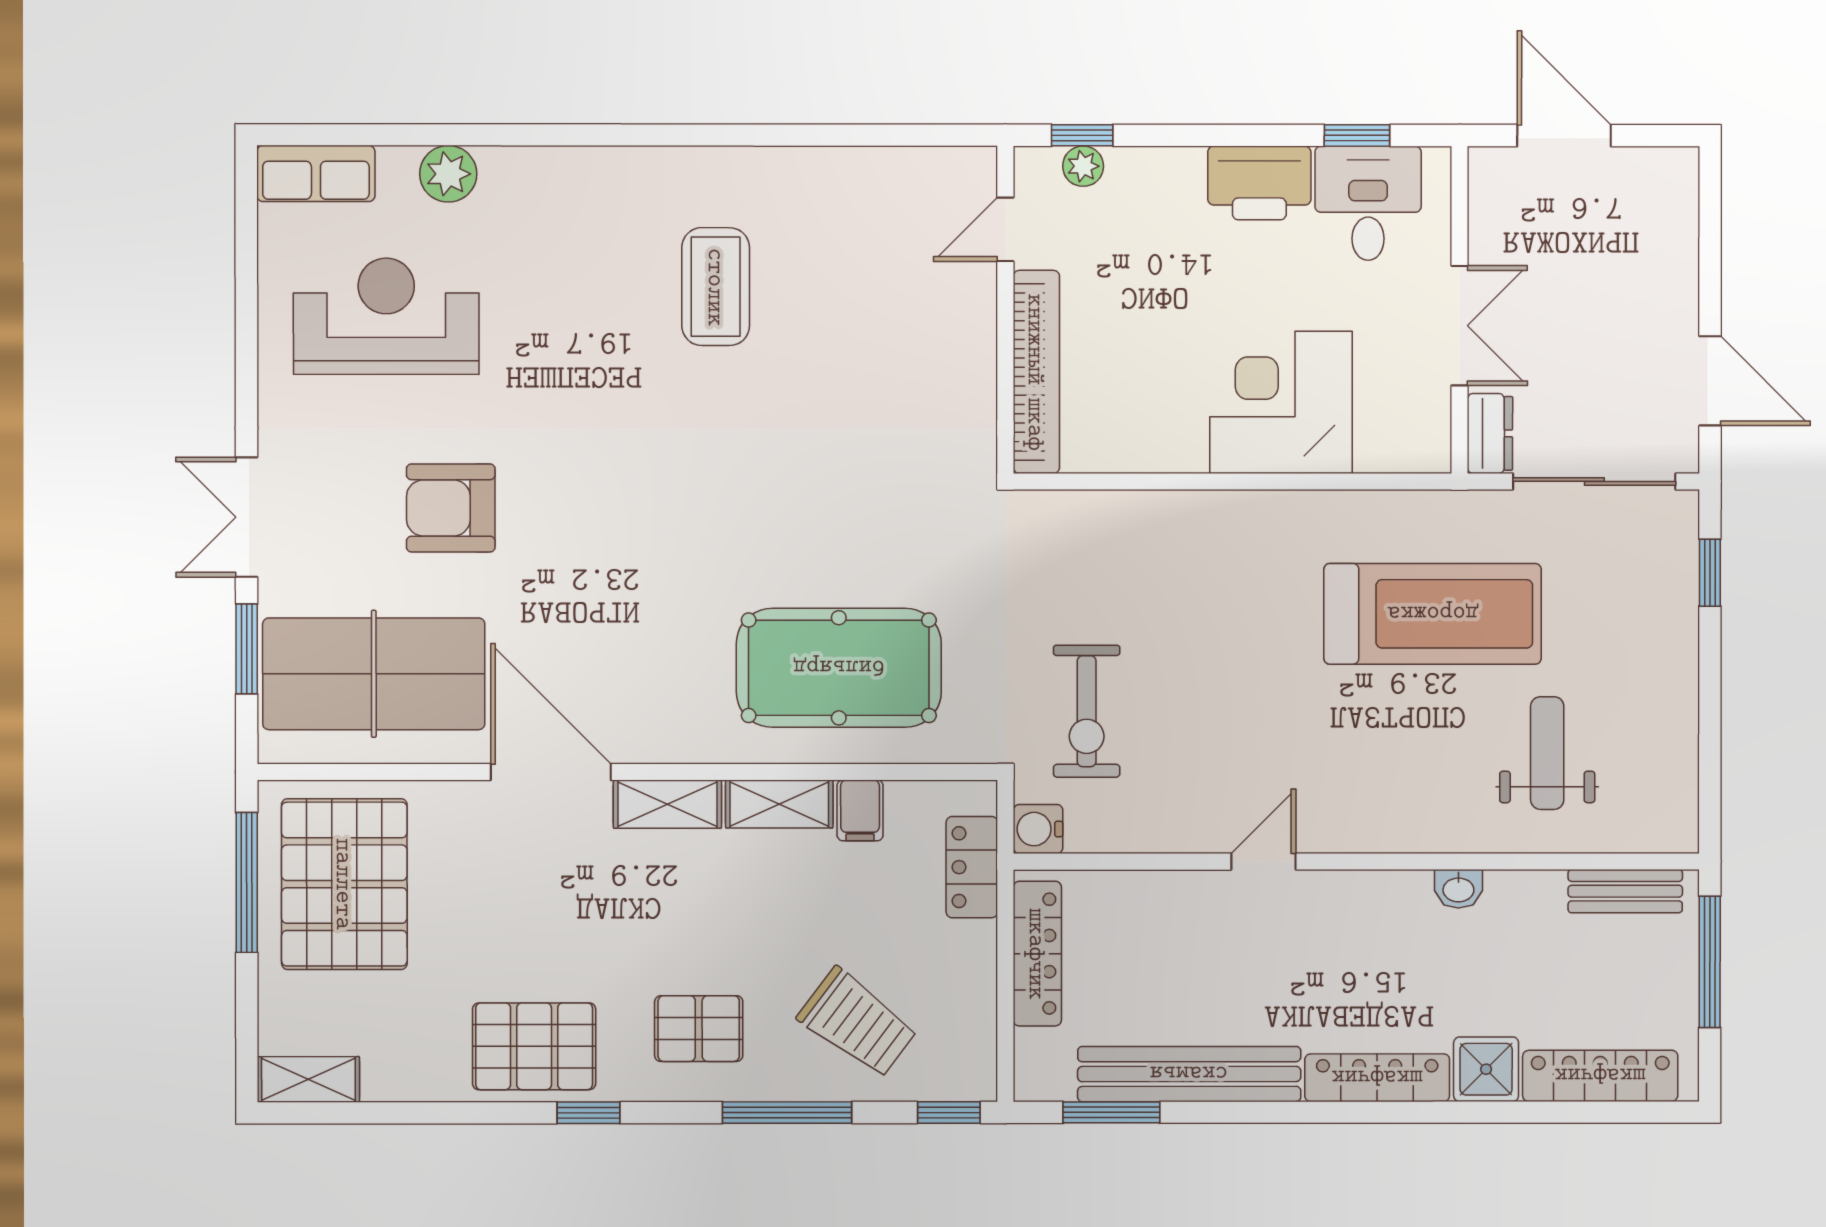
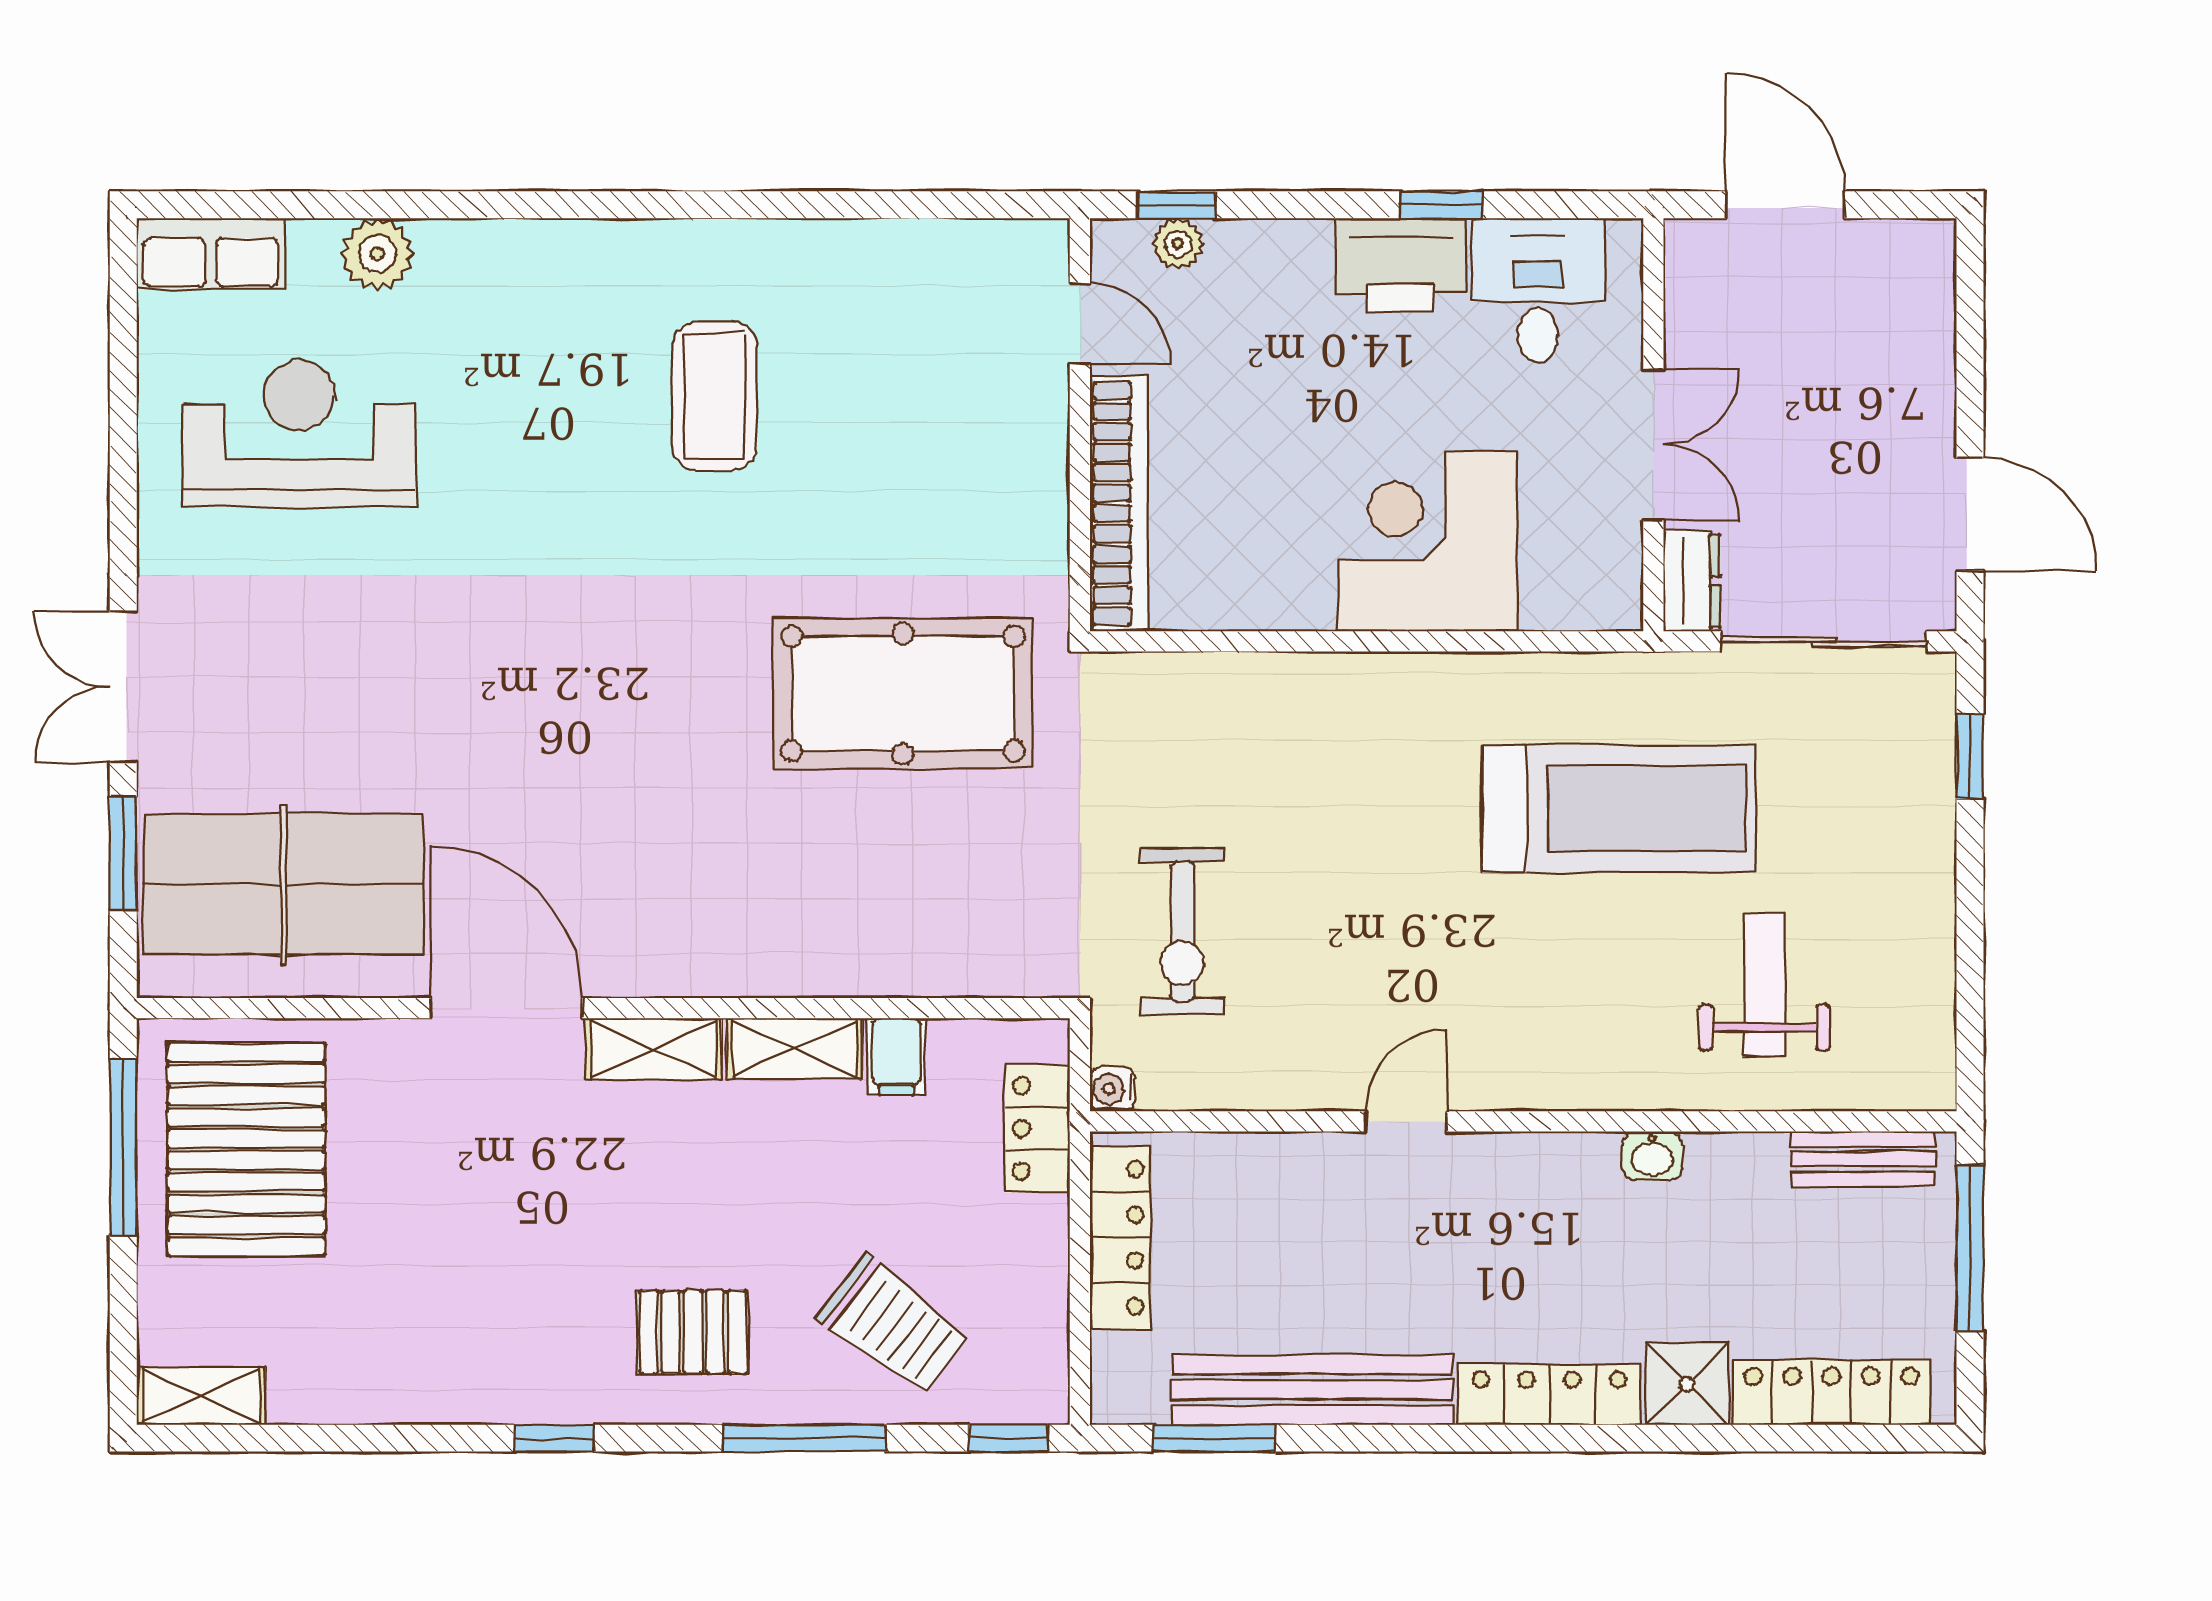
window: (1357, 135) -> (1441, 205), moved
door: (1005, 229) -> (1080, 324), swing flipped
armchair: (451, 508) -> (380, 675), removed
pool table: (839, 668) -> (903, 693), moved
water cooler: (1038, 829) -> (1112, 1089), width x0.72, depth x0.72
pallet: (534, 1046) -> (485, 1354), removed

